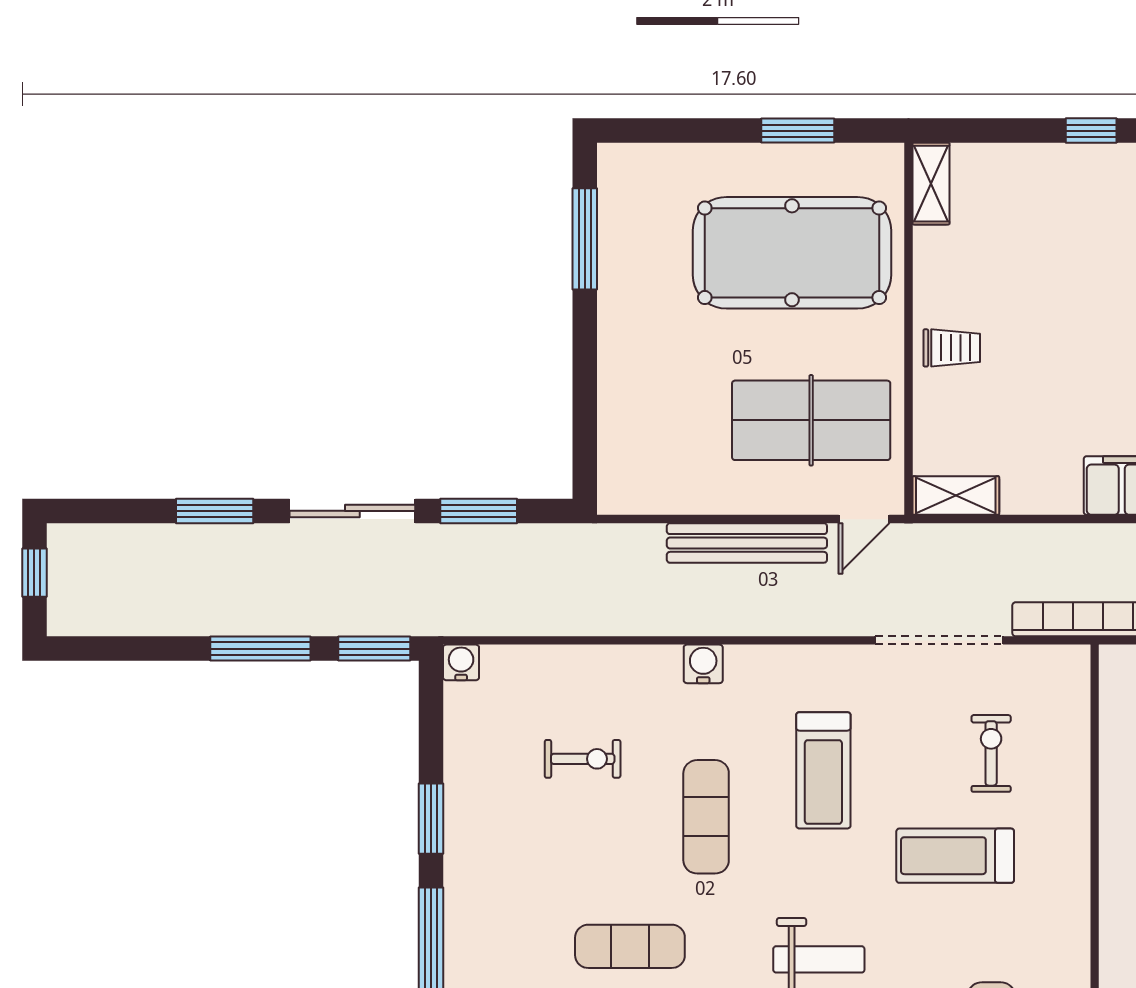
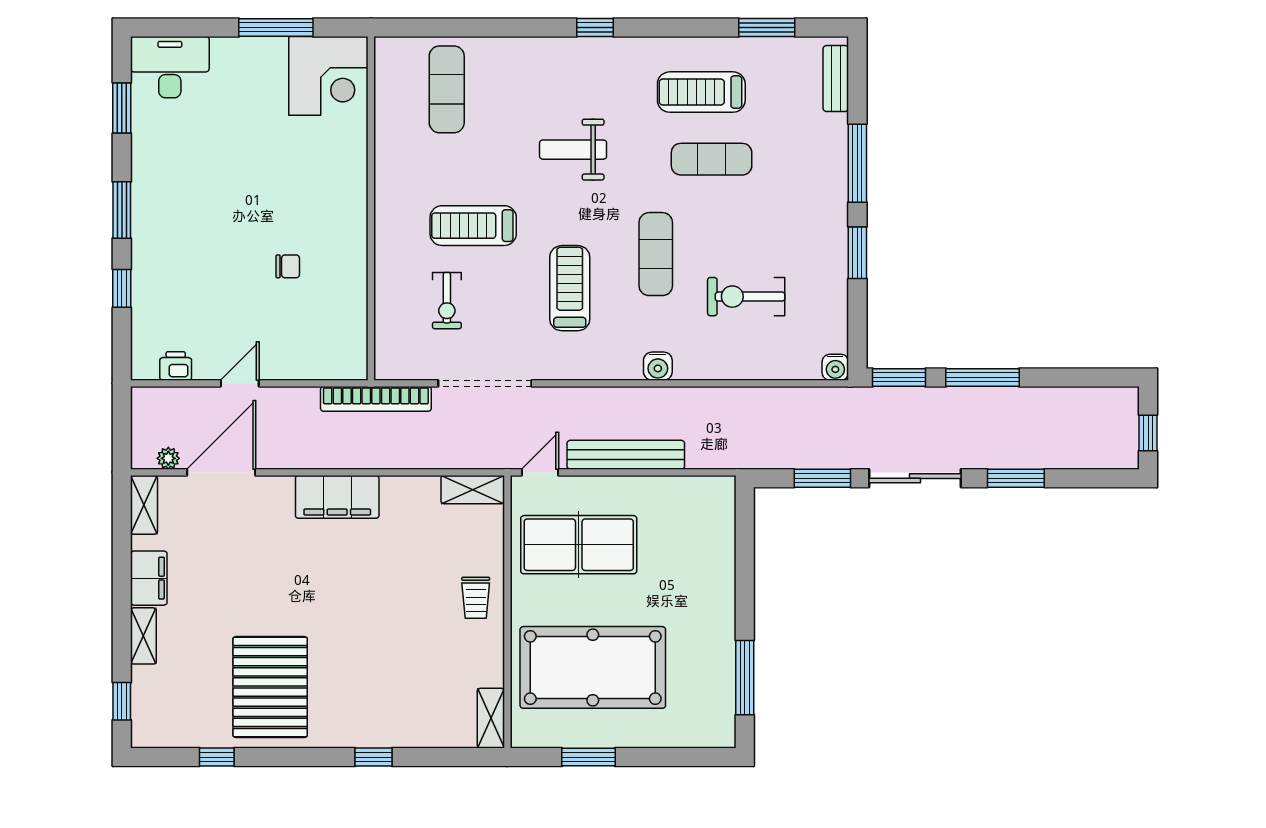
trolley: (952, 348) -> (476, 598), turned -90
exercise bike: (583, 759) -> (746, 297), width x1.38, depth x1.39
treadmill: (955, 856) -> (473, 226), turned 180

